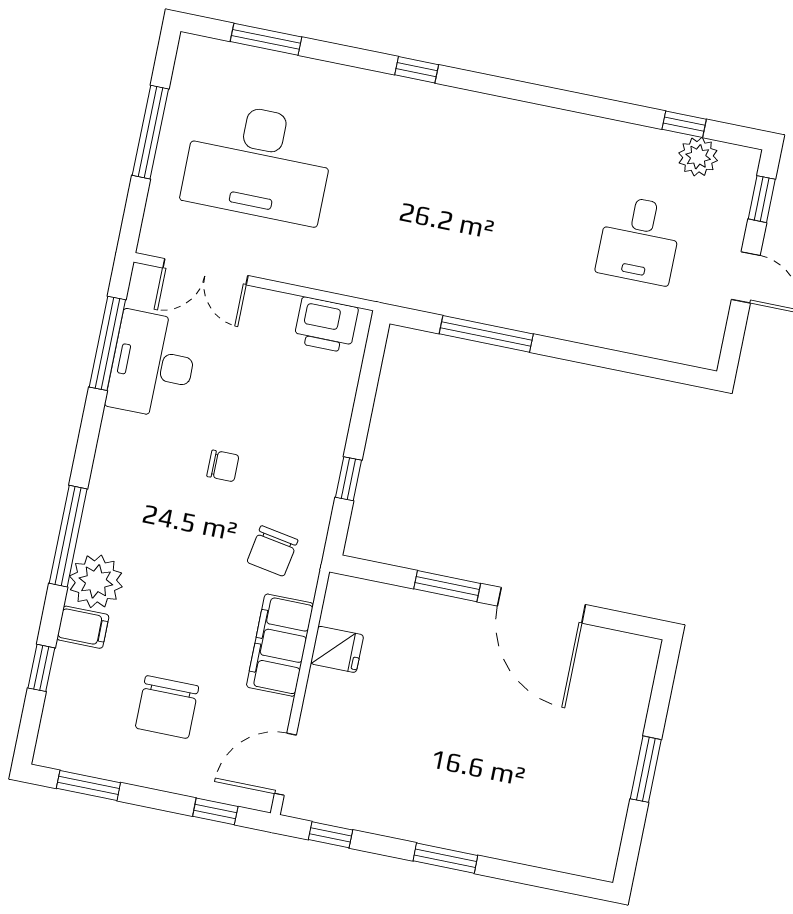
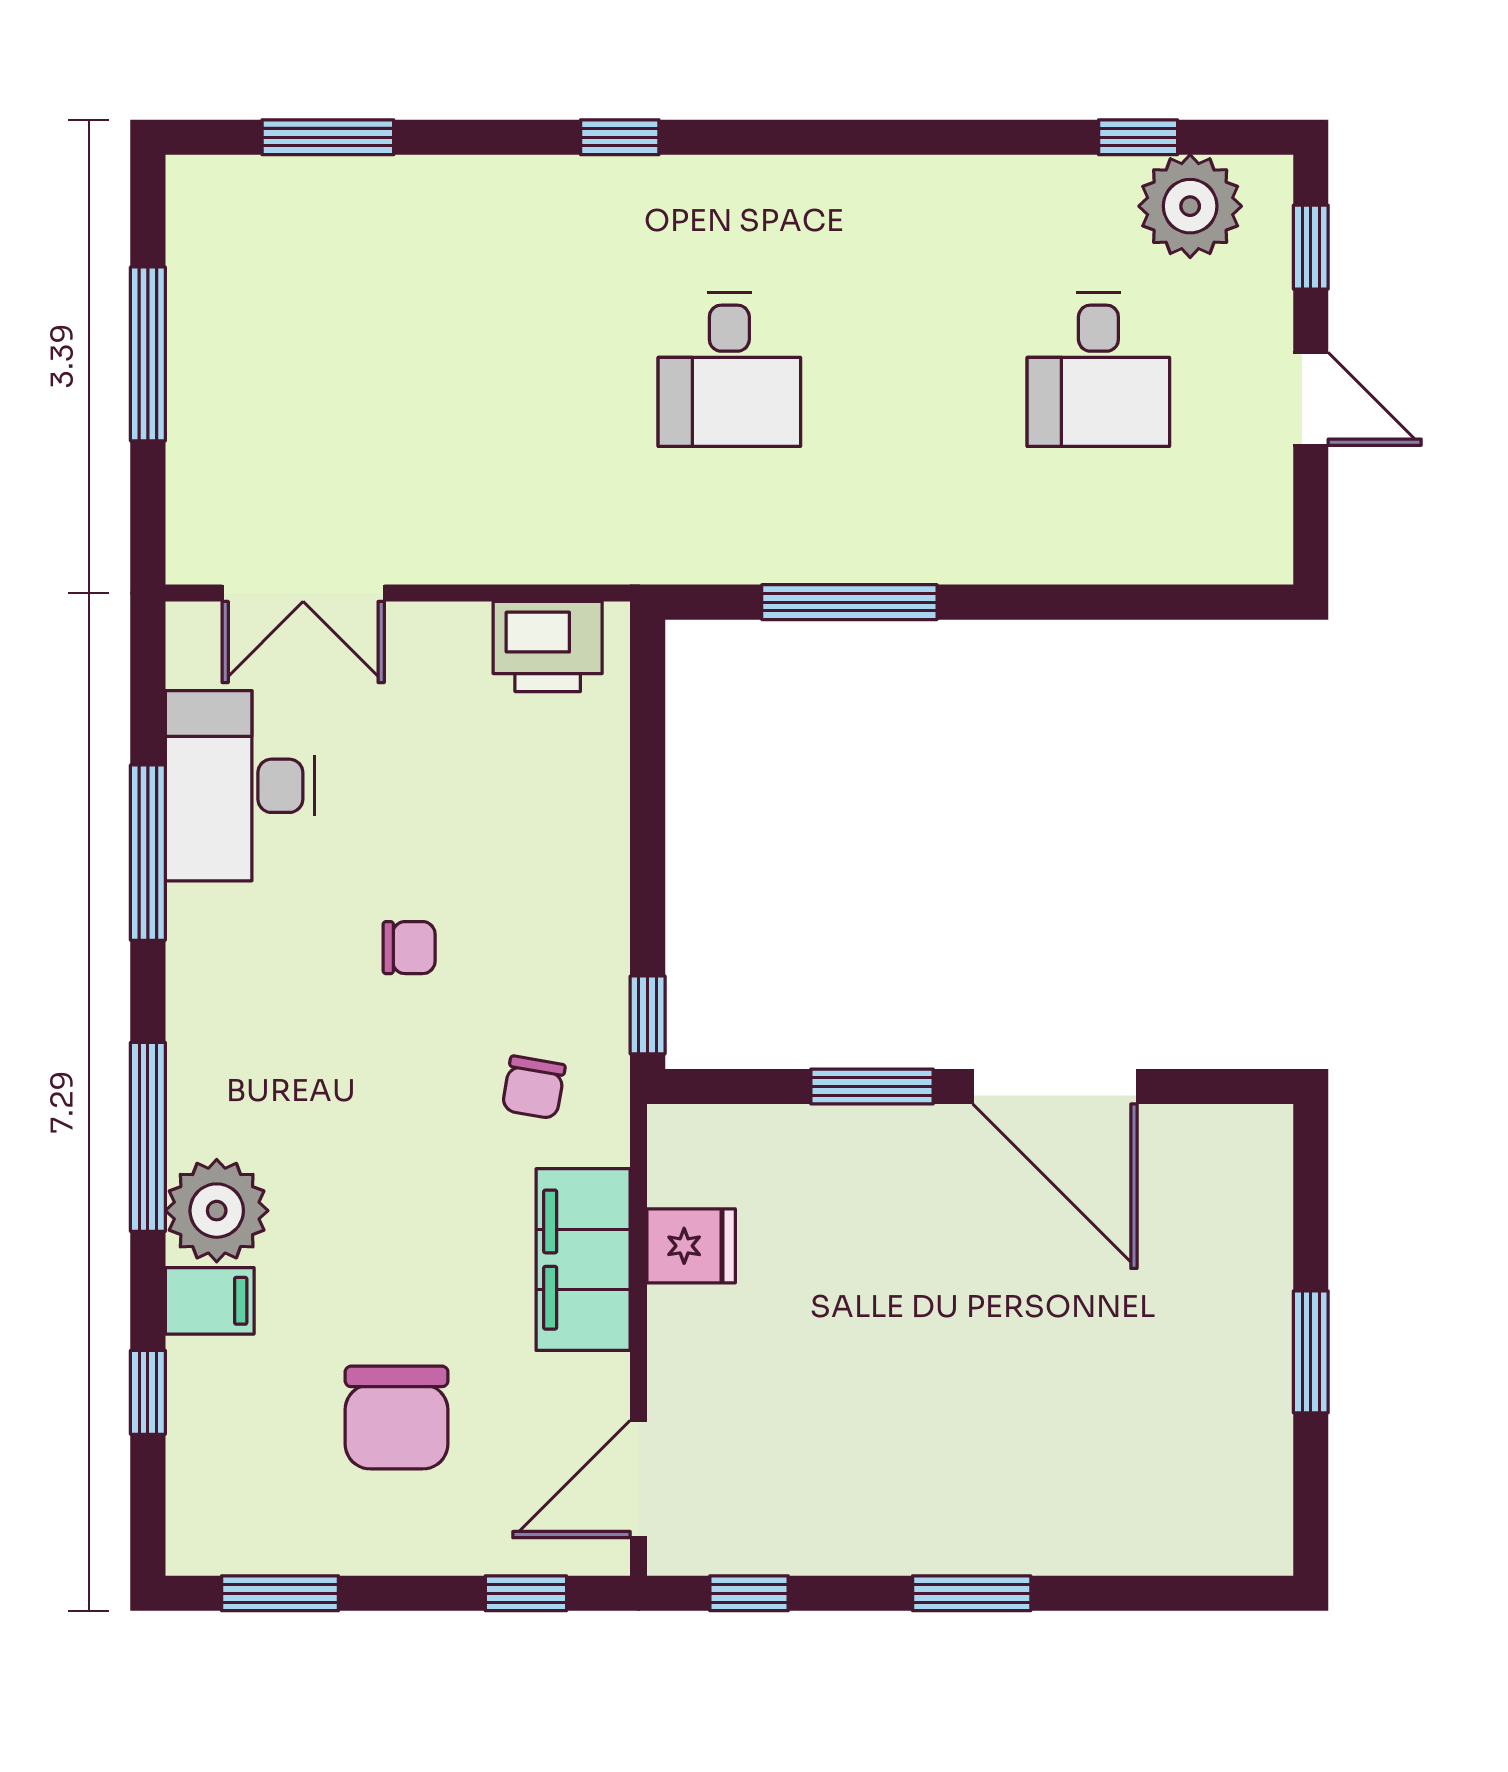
plant: (698, 157) -> (1190, 206), width x1.36, depth x1.36
desk: (258, 163) -> (729, 370), moved, width x0.53, depth x0.77
window: (107, 343) -> (148, 853), moved
window: (348, 479) -> (648, 1015), moved
chair: (272, 551) -> (534, 1087), width x0.73, depth x0.73

